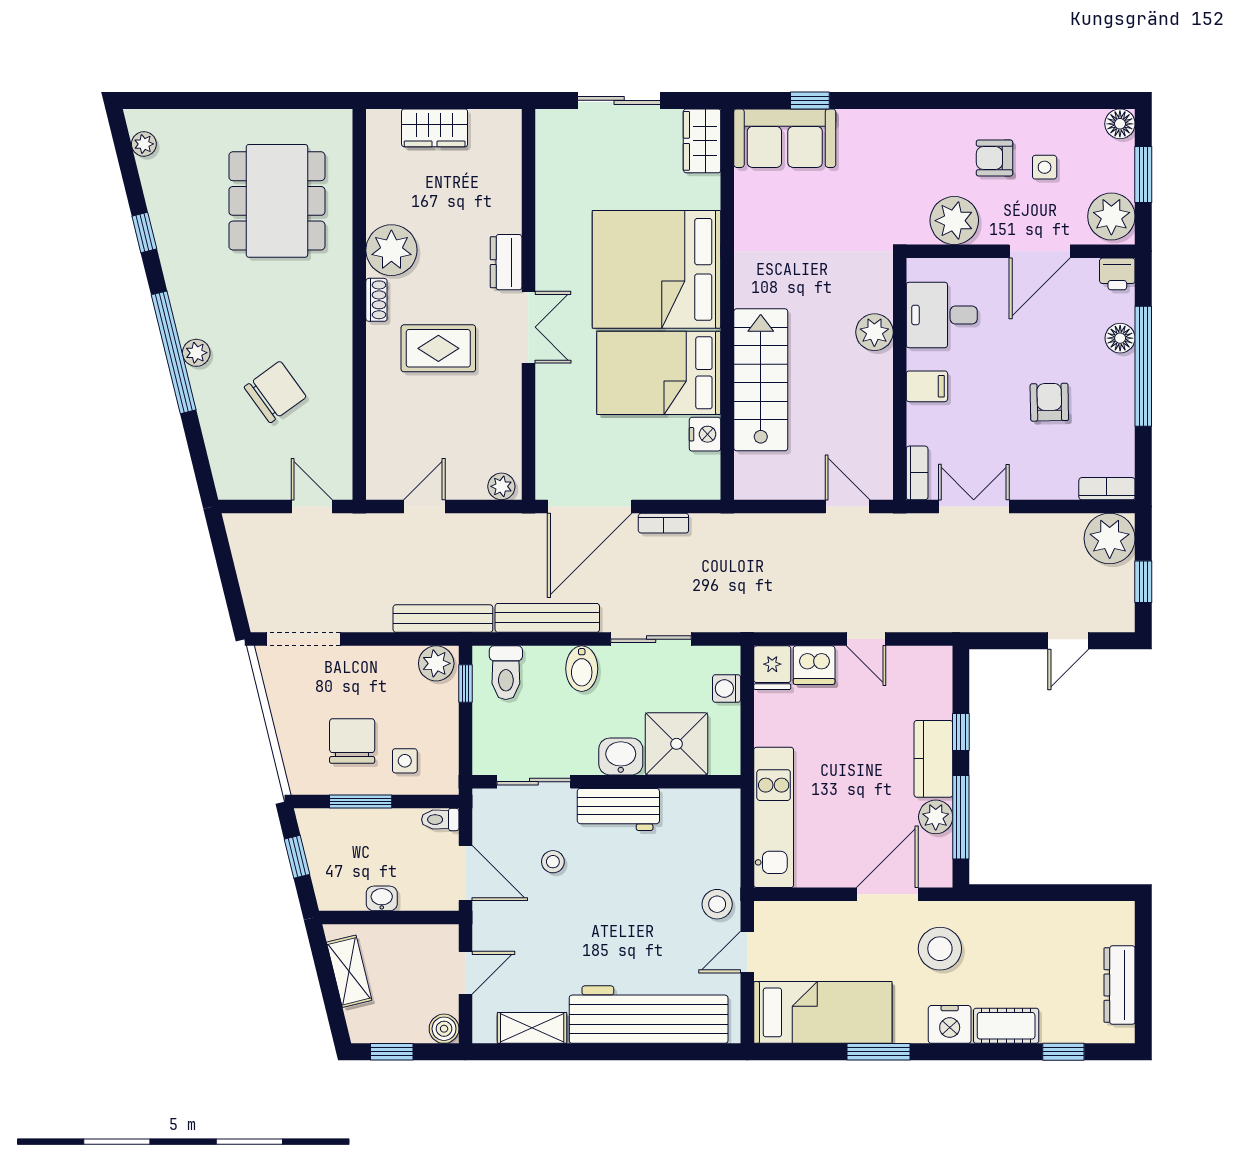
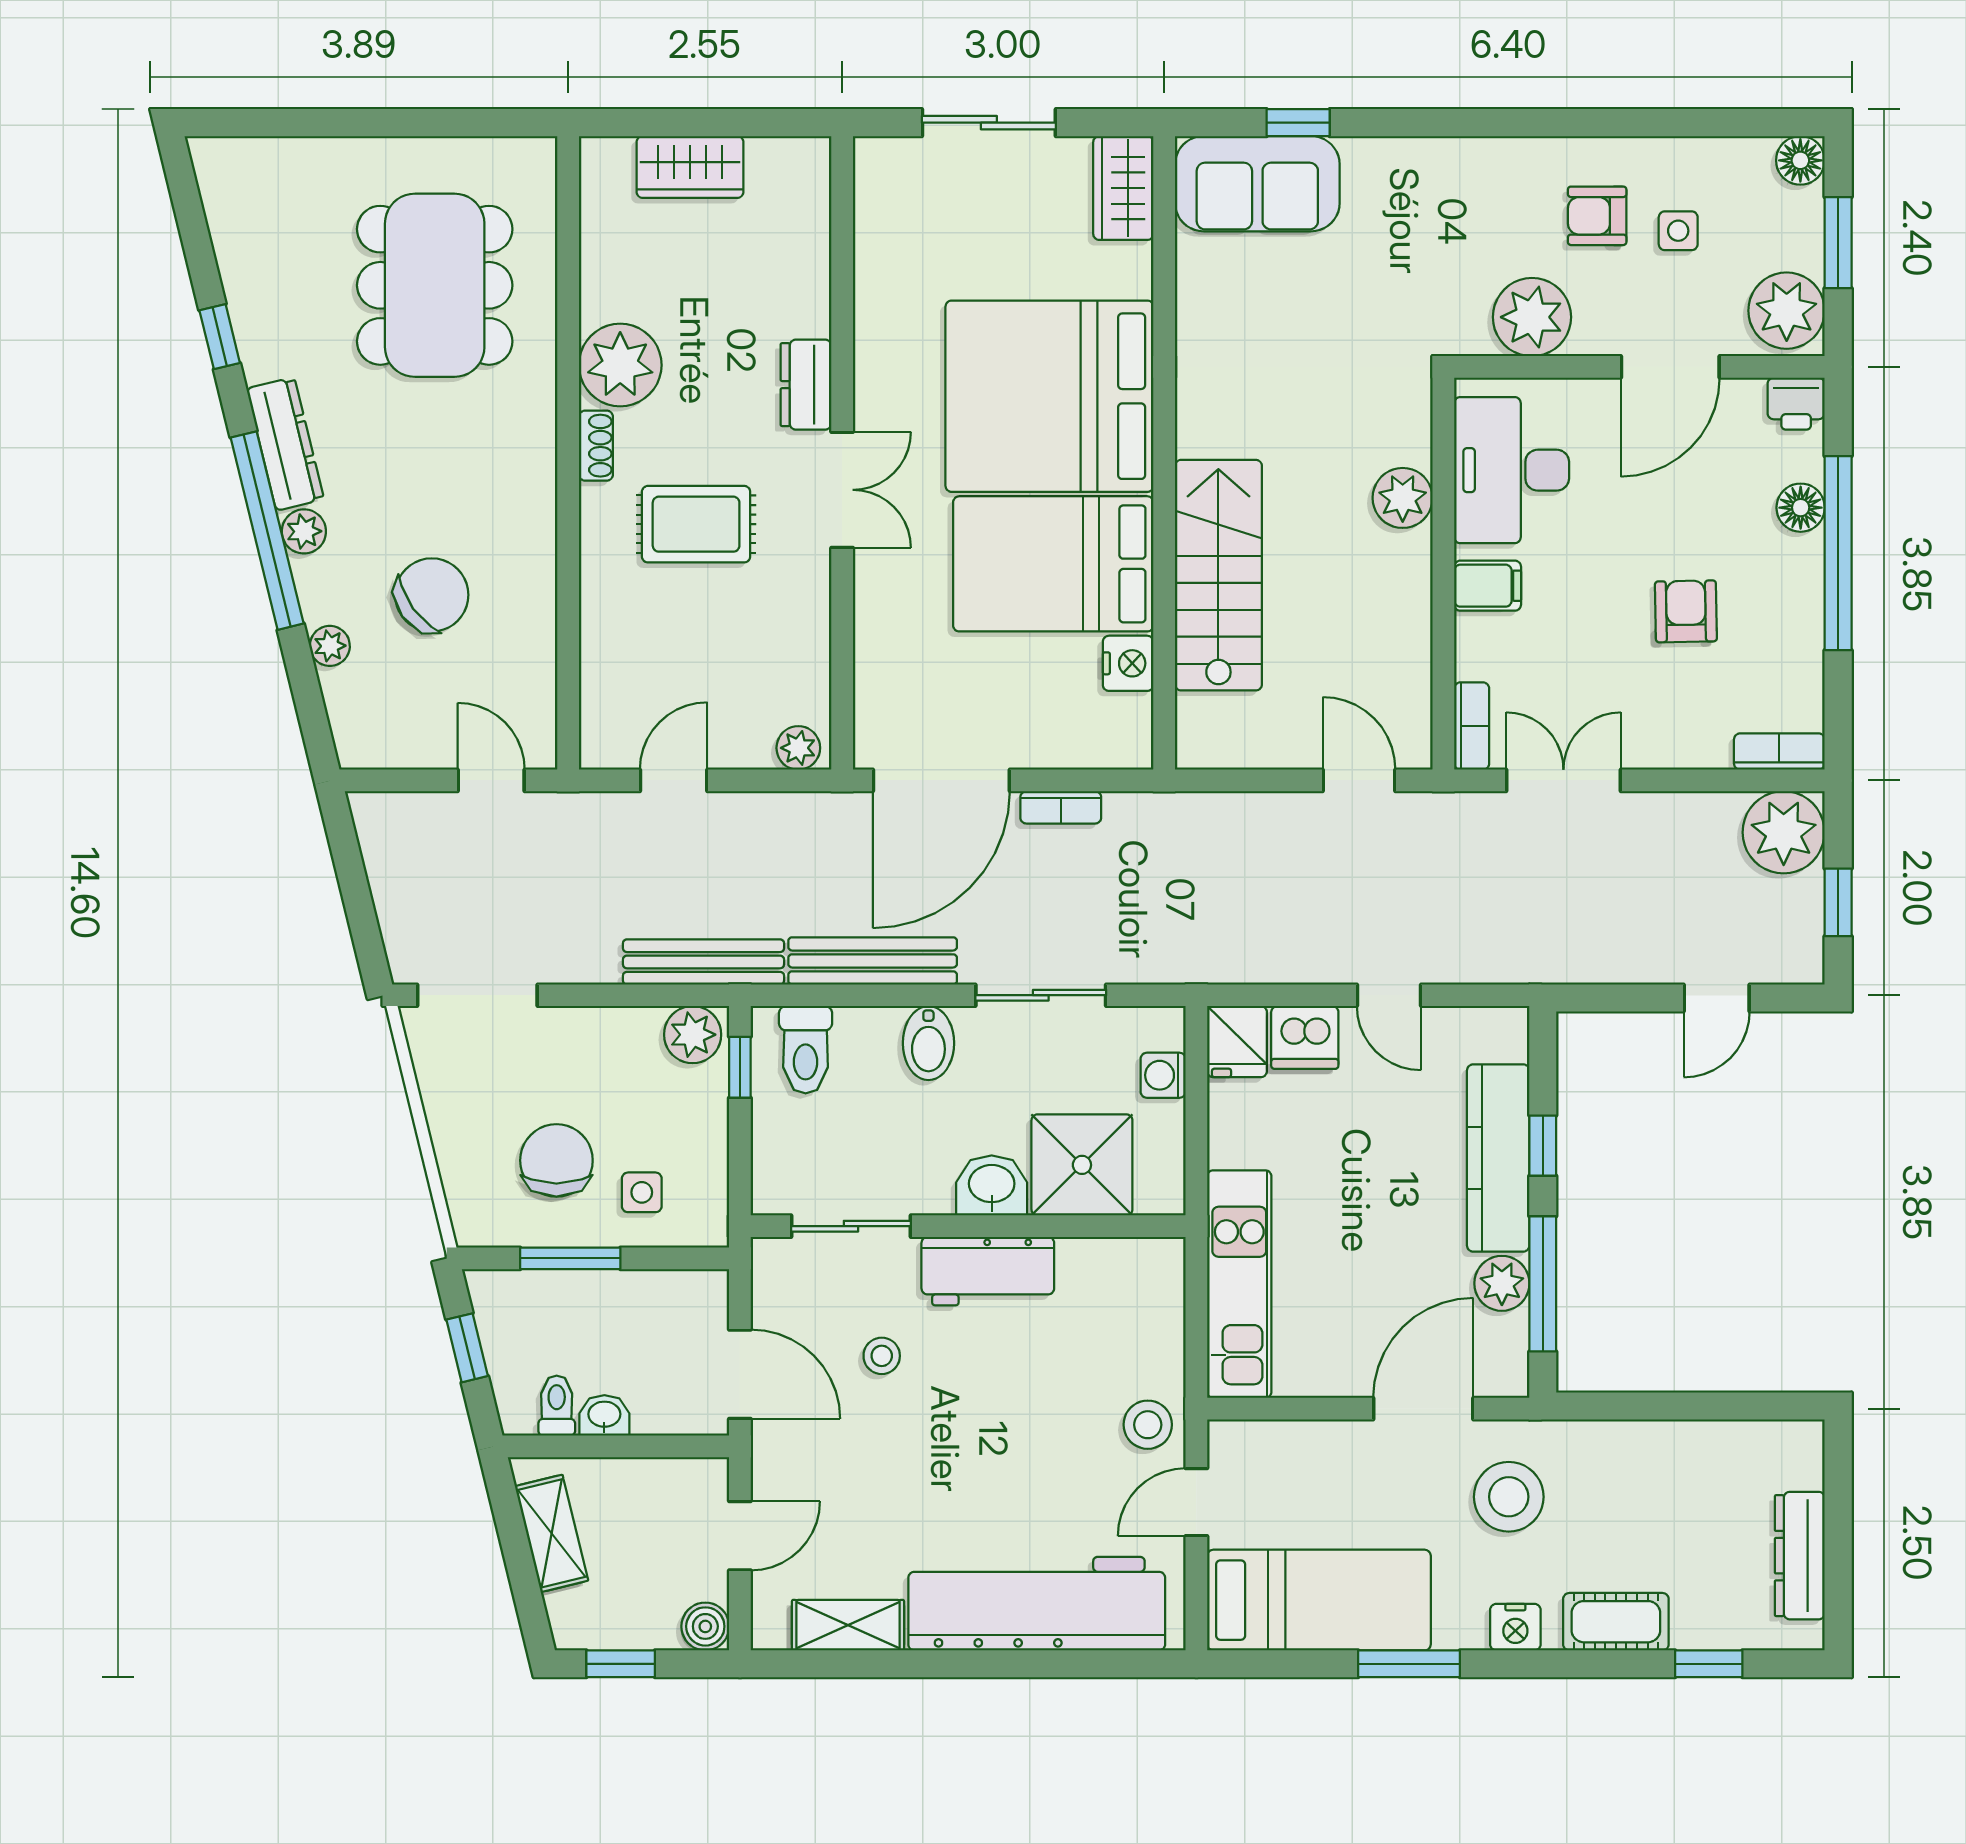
plant: (144, 144) -> (330, 646), moved
dresser: (185, 299) -> (285, 444), added
desk: (942, 315) -> (1512, 470), width x1.37
kitchen counter: (933, 759) -> (1498, 1158), width x1.50
toilet: (440, 820) -> (557, 1406), moved, turned 90
nightstand: (950, 1024) -> (1515, 1627), width x0.74, depth x0.75

